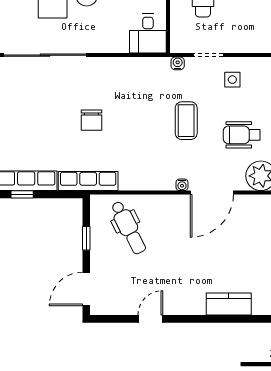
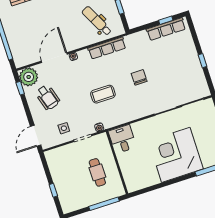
coffee table: (186, 121) -> (103, 94), moved, turned 90
wheelchair: (242, 135) -> (48, 97), turned 73
row of seats: (88, 181) -> (107, 48), moved

